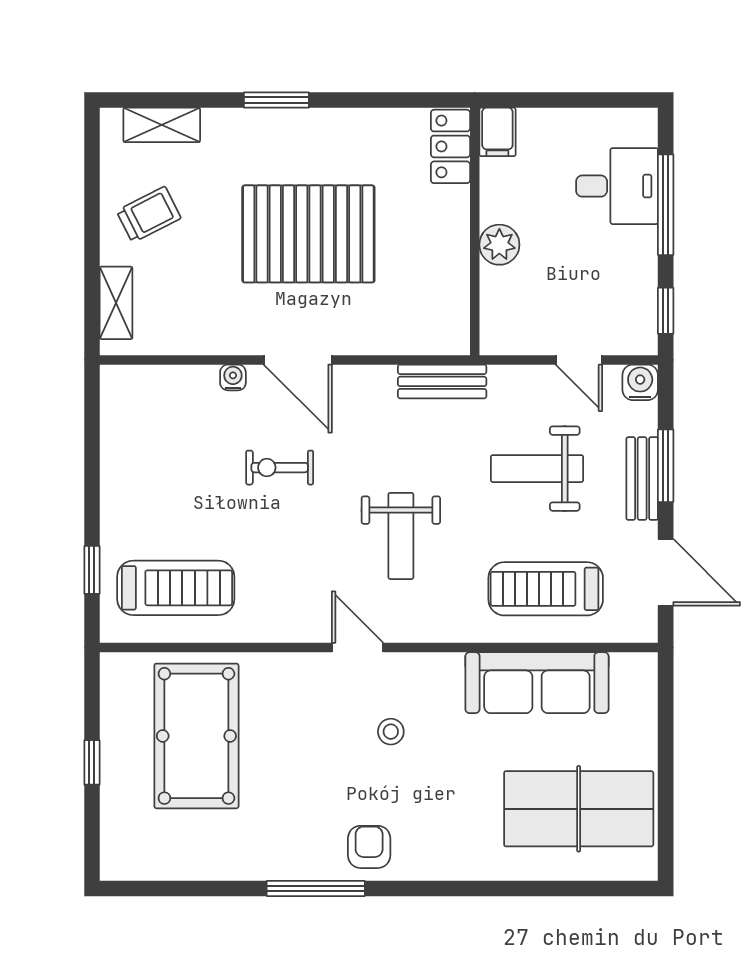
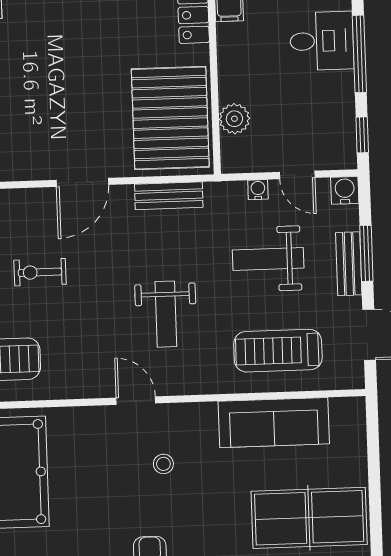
pallet: (308, 234) -> (170, 118), moved, turned 90
plant: (499, 245) -> (234, 119), moved
door: (298, 360) -> (82, 182), hinge flipped
water cooler: (233, 377) -> (258, 190), moved
bench: (442, 381) -> (169, 196), moved
exercise bike: (280, 468) -> (40, 272), moved

